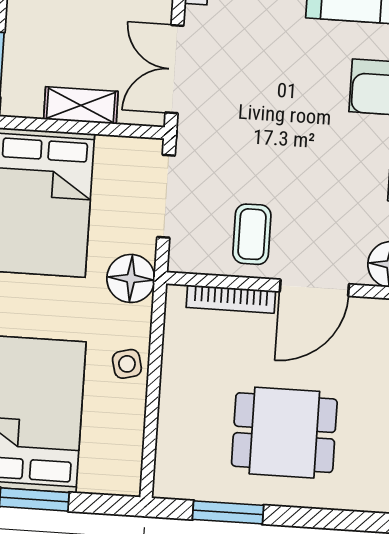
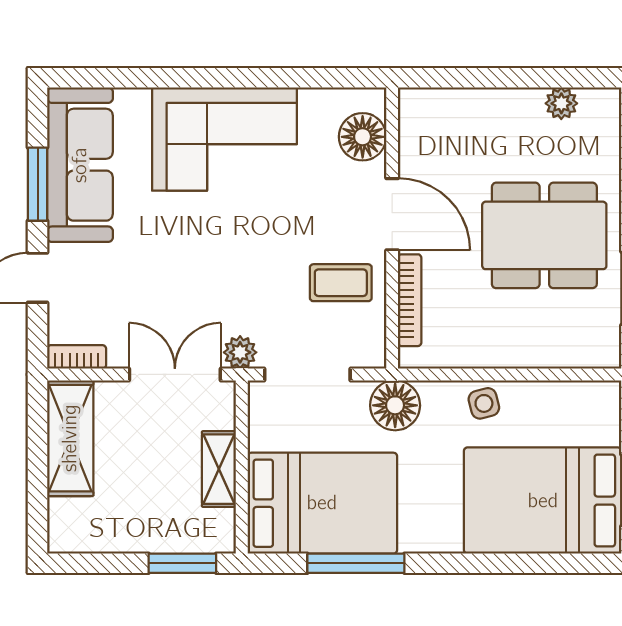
double door: (174, 69) -> (175, 374), swing flipped
plant: (192, 133) -> (240, 352), added
dining table: (284, 433) -> (544, 235), width x1.38

